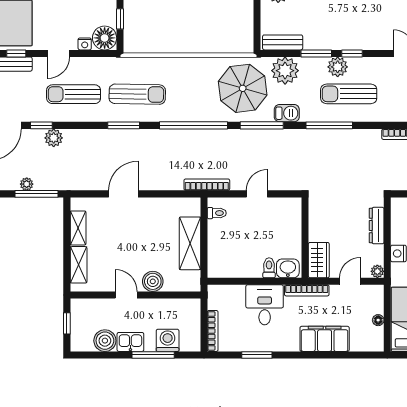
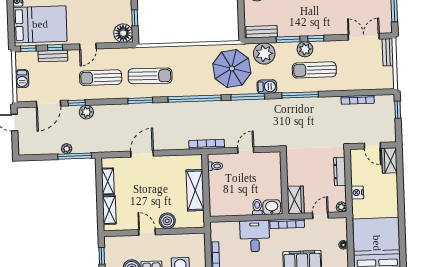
nightstand: (85, 44) -> (108, 38), removed

